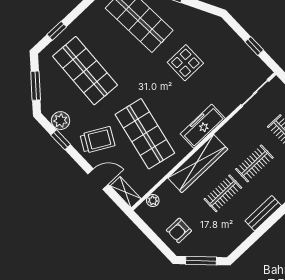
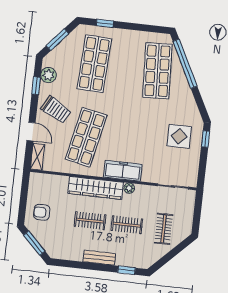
window: (254, 46) -> (205, 139), moved
display table: (185, 63) -> (179, 136), moved
plant: (153, 201) -> (129, 188), moved

